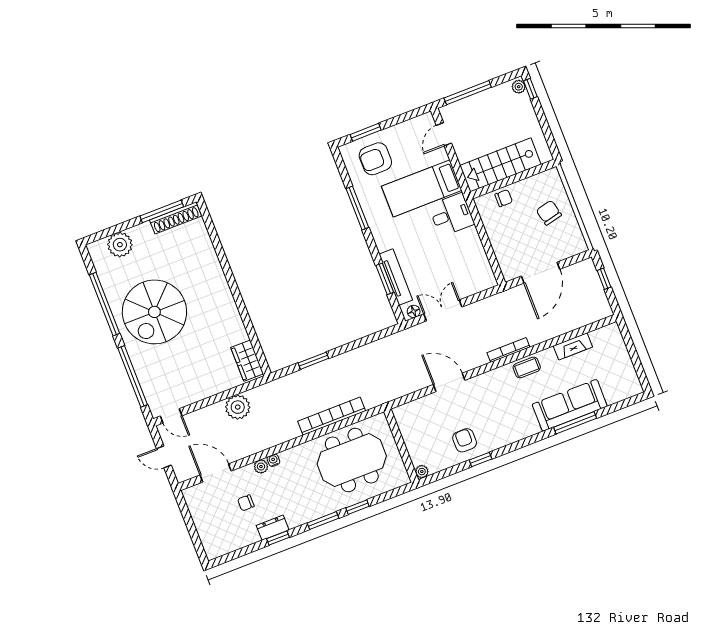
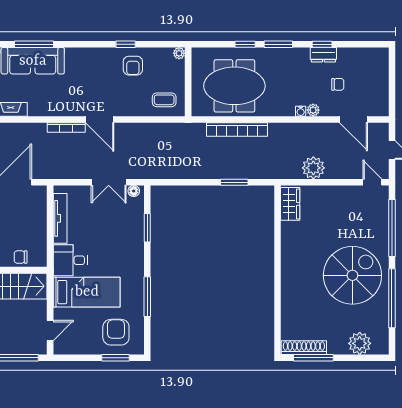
armchair: (375, 159) -> (116, 332), turned -90
tv unit: (396, 277) -> (60, 218), moved, turned 180
coffee table: (527, 368) -> (164, 100), moved
door: (449, 382) -> (100, 119), moved

